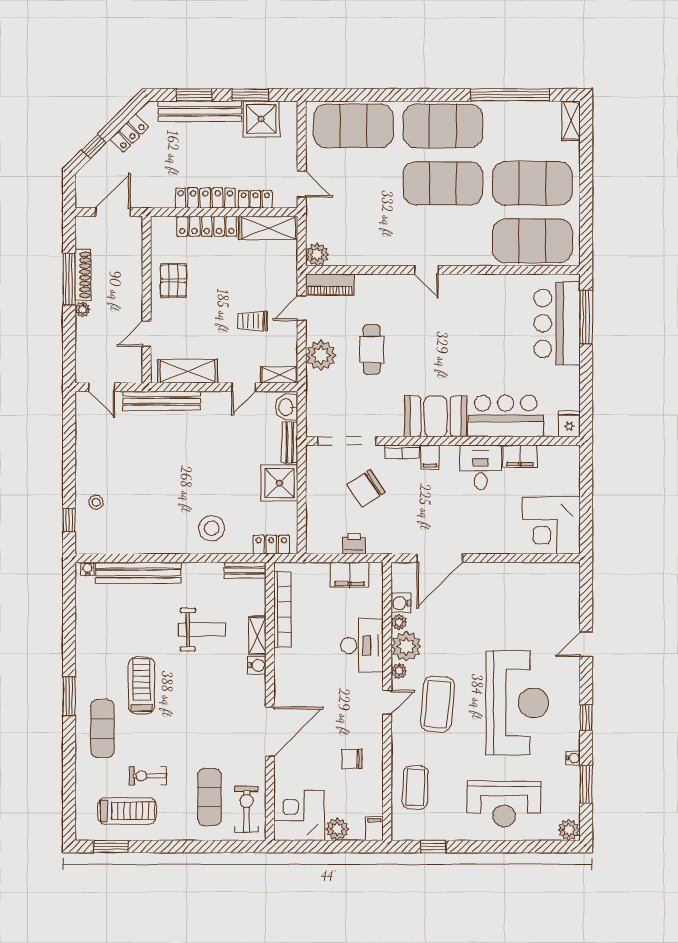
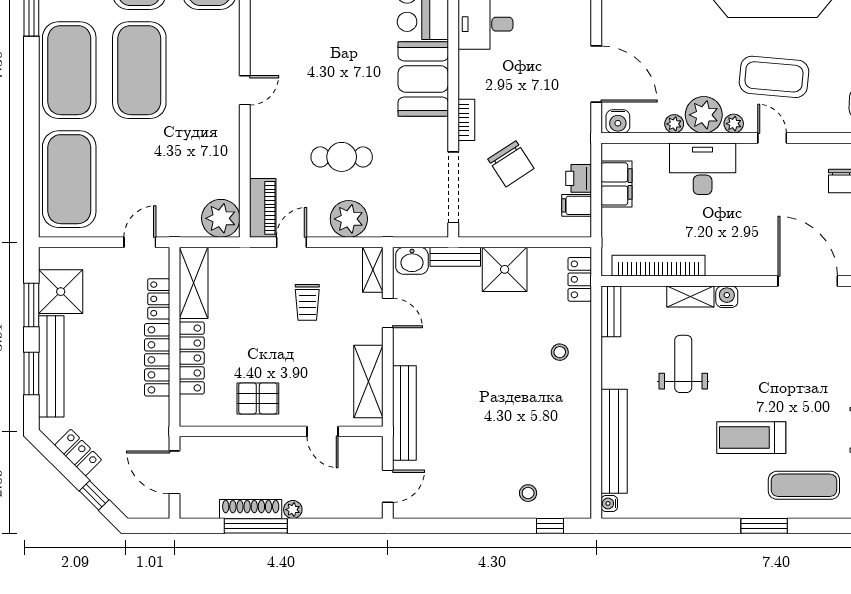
plant: (317, 254) -> (221, 218), width x1.36, depth x1.36
door: (302, 308) -> (291, 242), swing flipped
filing cabinet: (430, 457) -> (577, 205), moved, turned 180
stool: (212, 528) -> (560, 352), width x0.53, depth x0.53
water cooler: (401, 603) -> (618, 121), moved

